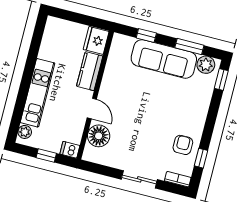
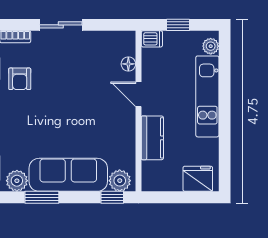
window: (146, 35) -> (112, 197), moved
fridge: (96, 40) -> (198, 179), moved, turned -90
plant: (124, 44) -> (120, 181), added
floor lamp: (99, 136) -> (128, 64), width x0.53, depth x0.53

